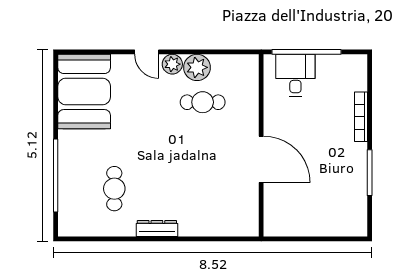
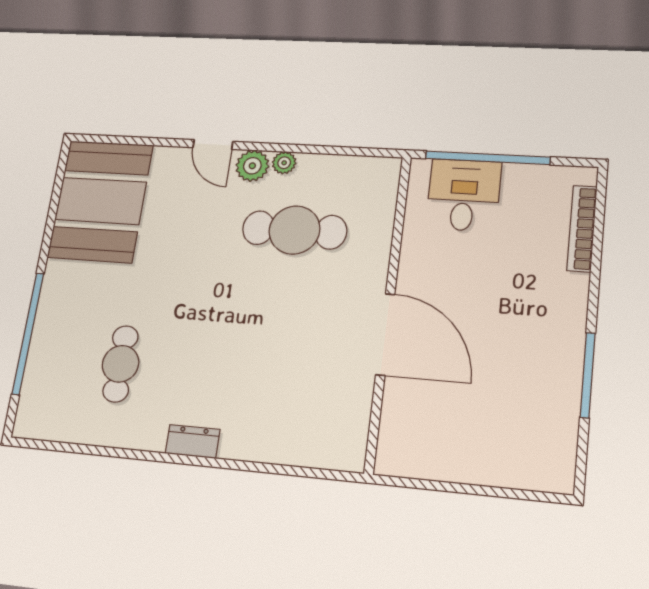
plant: (197, 67) -> (284, 163), width x0.53, depth x0.53
cafe table: (203, 102) -> (294, 230), width x1.37, depth x1.35
bookcase: (361, 117) -> (582, 228), moved
dresser: (157, 229) -> (193, 441), width x0.70

